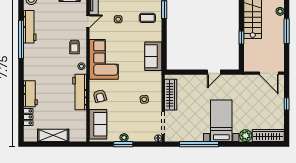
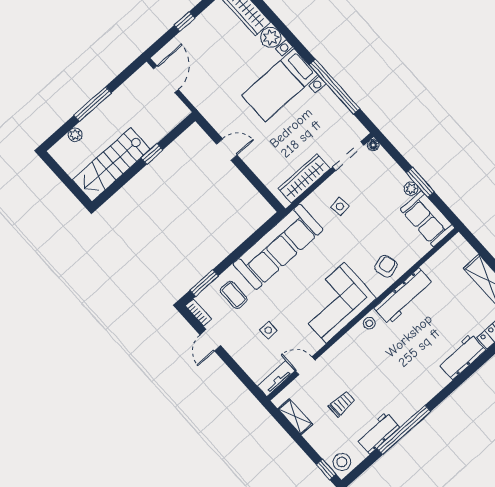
workbench: (30, 27) -> (378, 433), width x0.73
trolley: (74, 47) -> (342, 404), moved
sofa: (153, 56) -> (278, 247), width x1.85, depth x1.27
sofa: (98, 124) -> (428, 219), moved, turned -90

